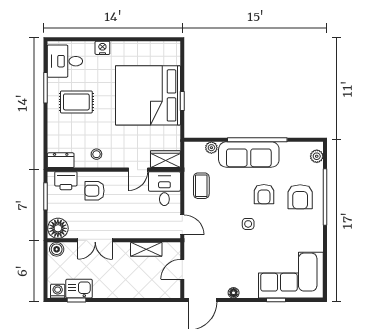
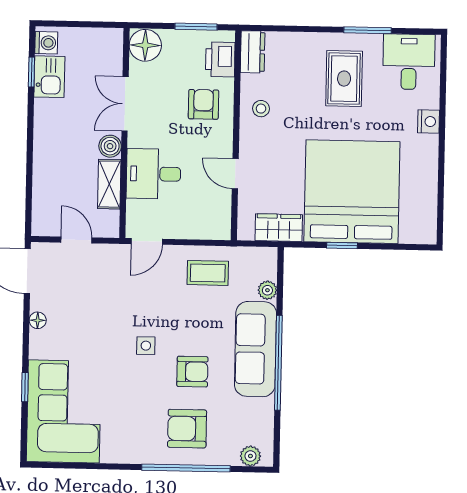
wardrobe: (165, 159) -> (279, 228), moved, turned -90
desk: (164, 189) -> (154, 174), moved, turned 180
armchair: (264, 194) -> (192, 372), turned 180
boiler: (57, 249) -> (110, 146), moved

